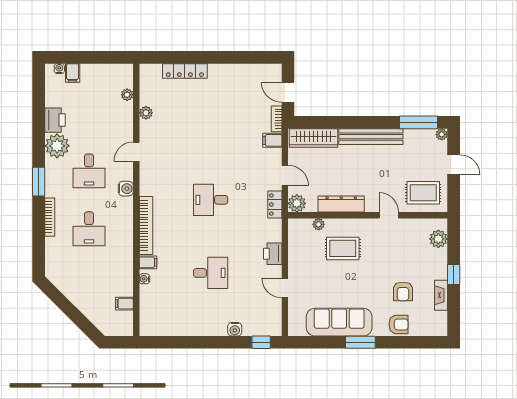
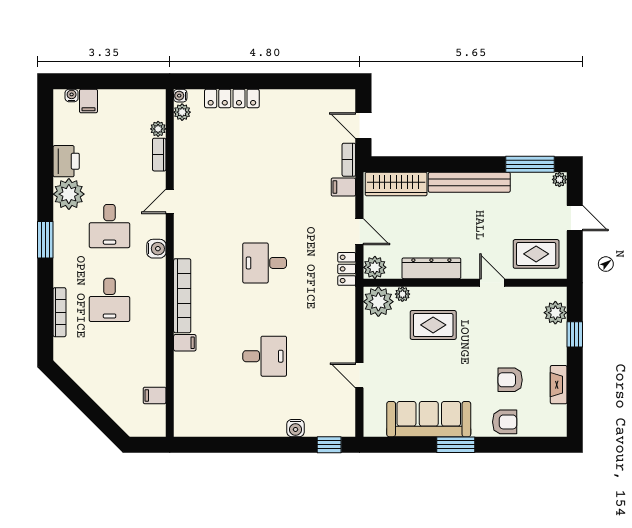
plant: (146, 113) -> (182, 112), moved
bookcase: (128, 115) -> (159, 155), added
bookcase: (50, 217) -> (60, 312), moved
plant: (300, 230) -> (378, 302), added
printer: (273, 254) -> (344, 332), removed
window: (454, 274) -> (575, 334), moved
water cooler: (144, 279) -> (180, 96), moved
armchair: (403, 291) -> (510, 380), turned 90

